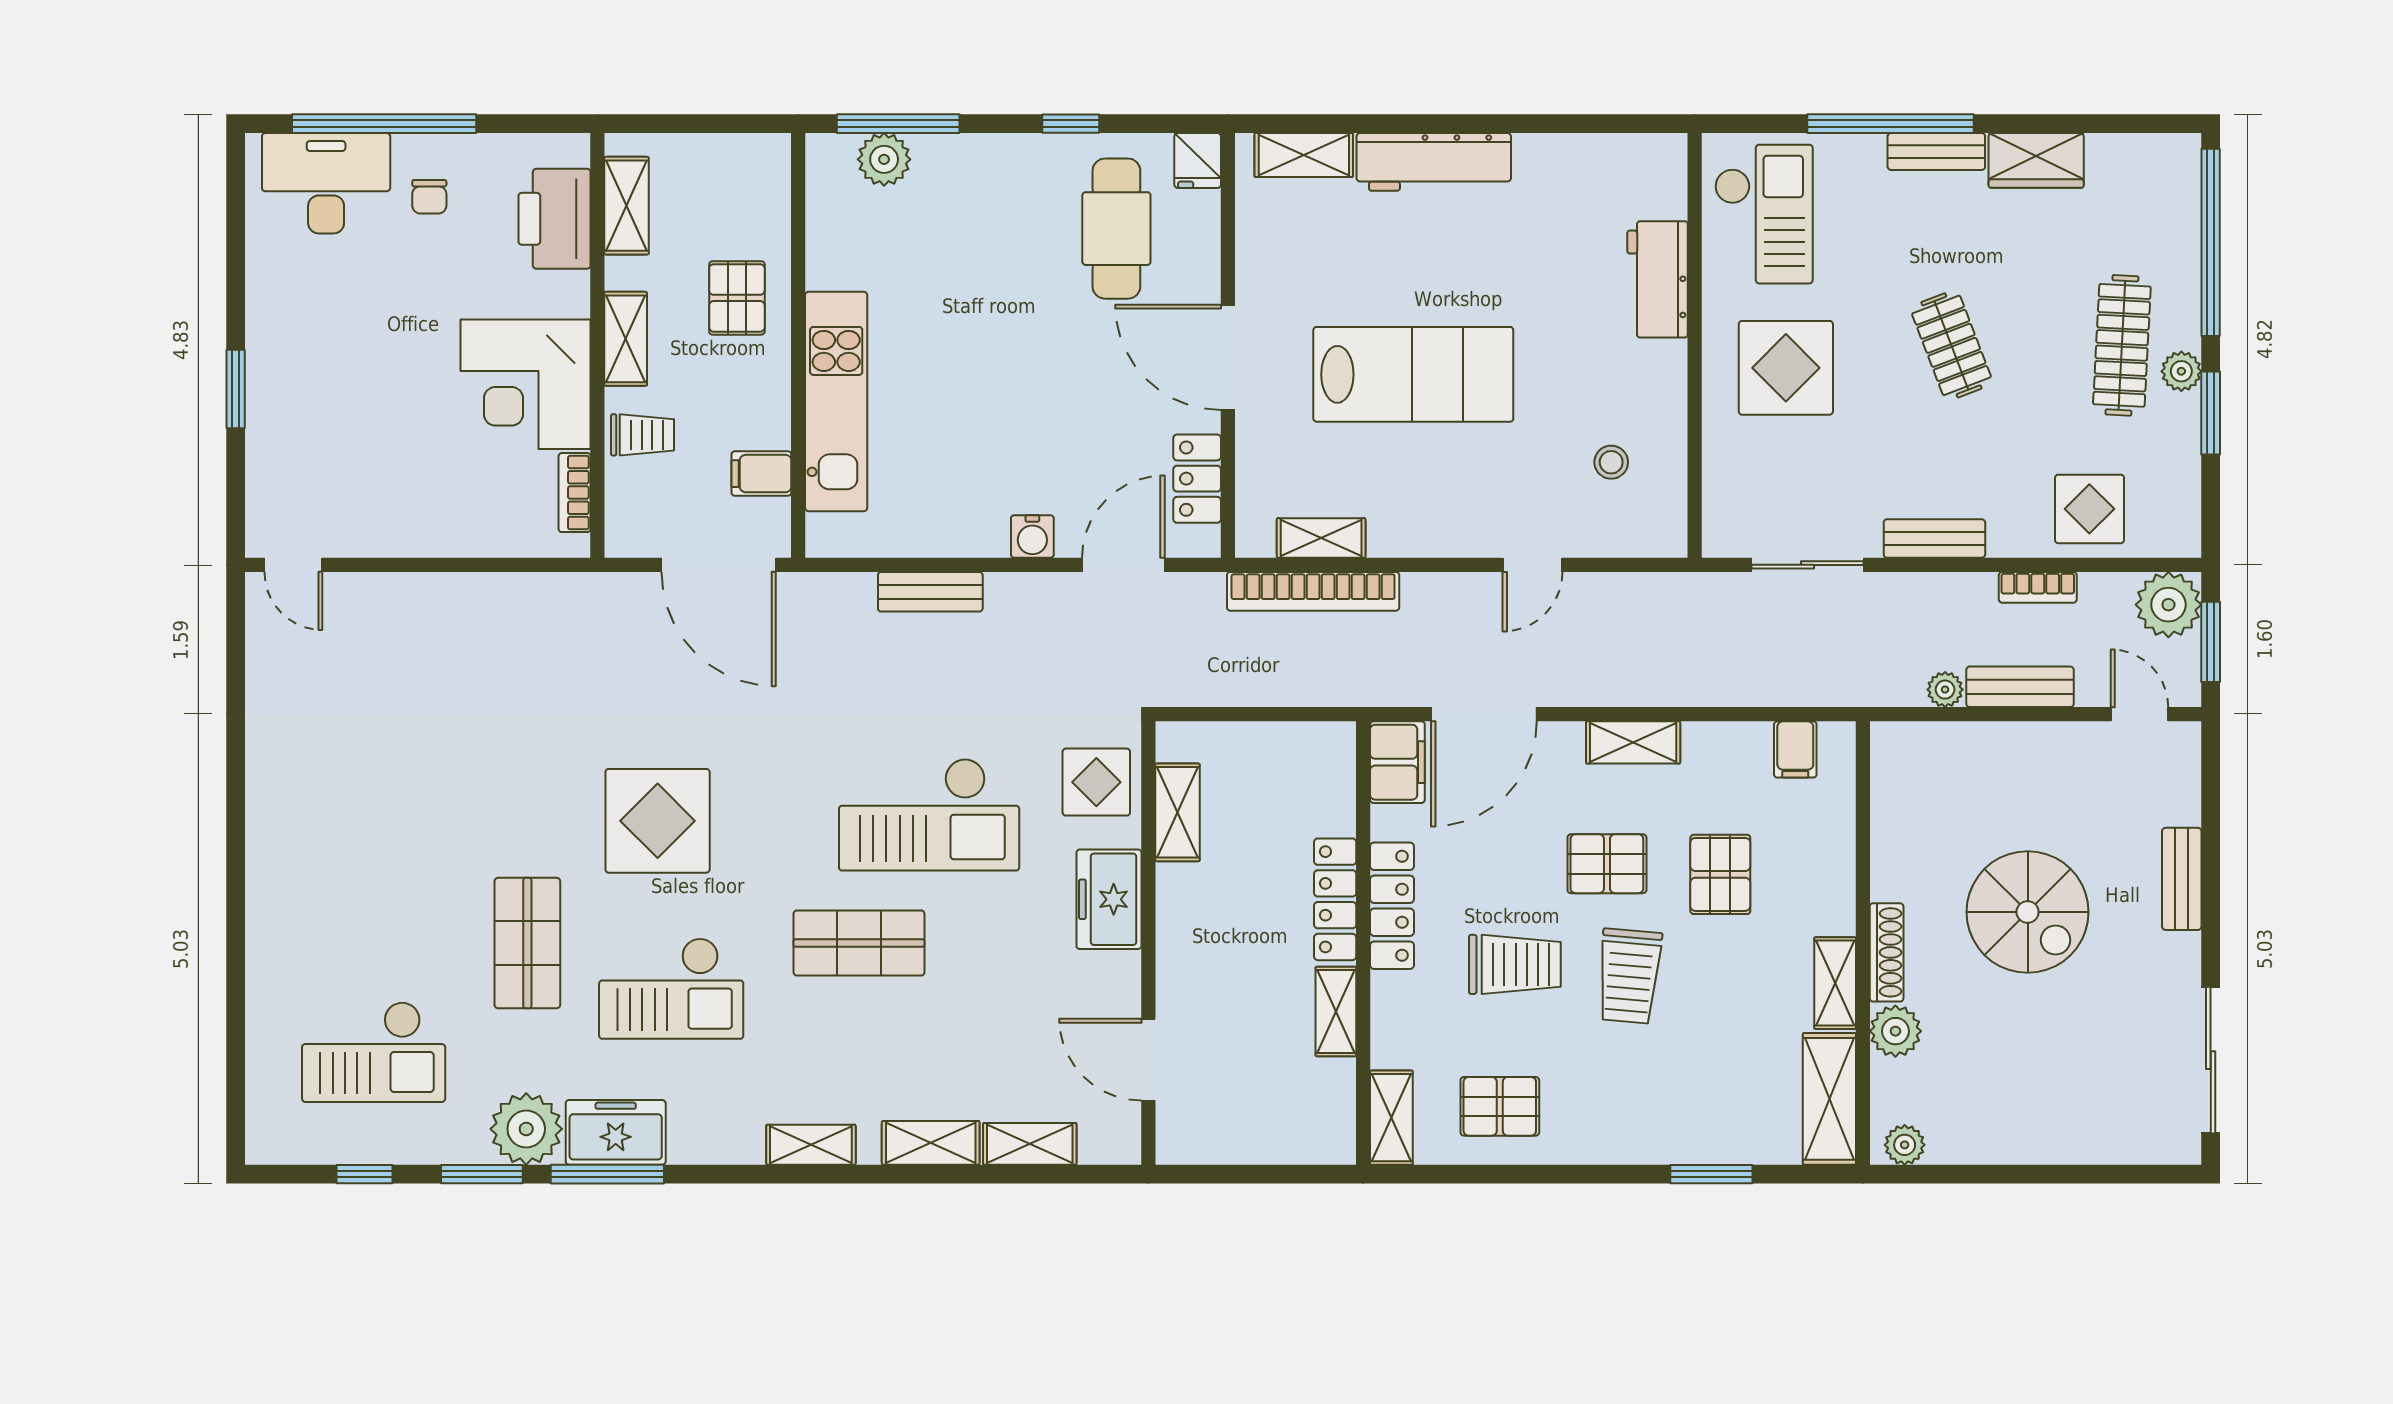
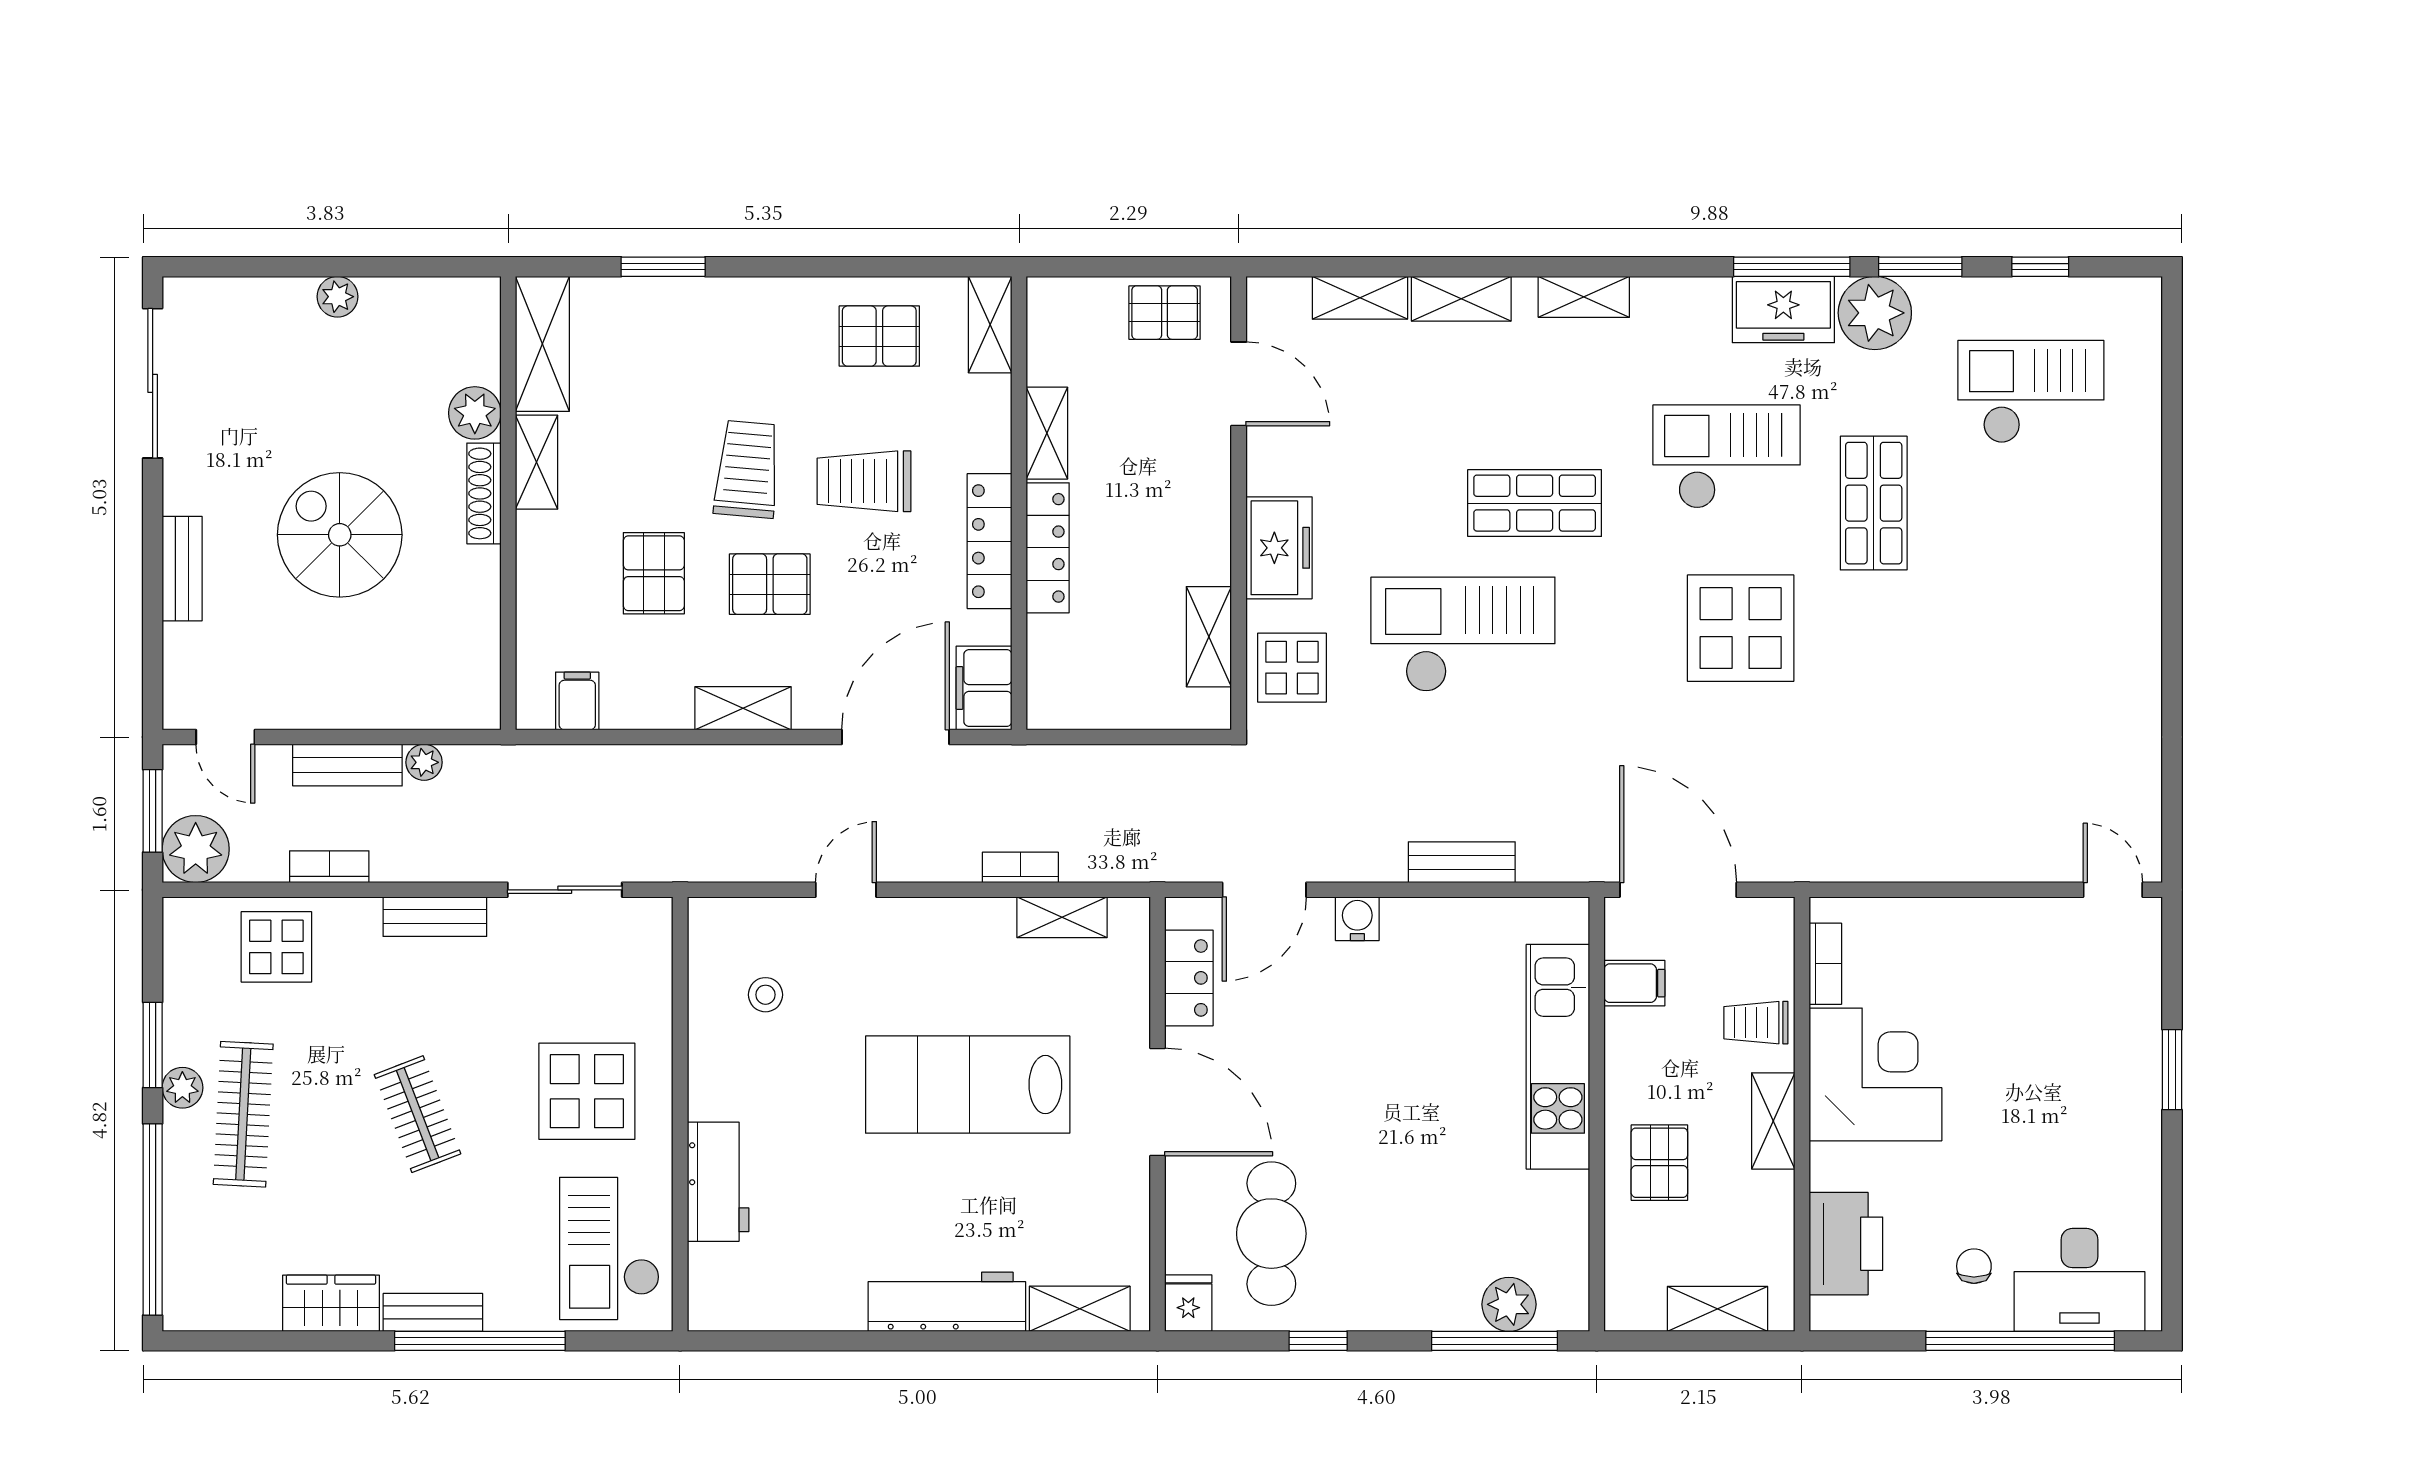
shelving: (626, 206) -> (1717, 1309), moved, turned 90
bookcase: (1313, 591) -> (1020, 867), width x0.43, depth x0.76
pallet: (1221, 1129) -> (1165, 313), added
plant: (1905, 1145) -> (337, 297), moved

